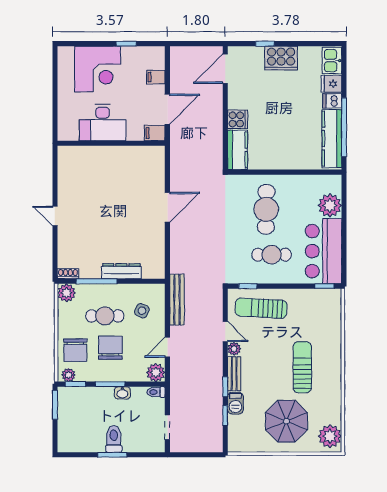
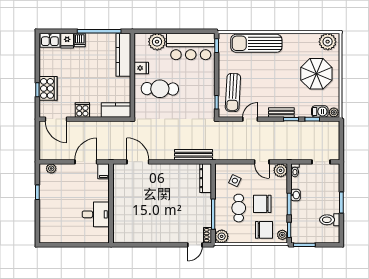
cooker: (281, 58) -> (48, 88), moved
plant: (158, 62) -> (51, 169), added
corner desk: (98, 69) -> (56, 213), removed
filing cabinet: (156, 77) -> (62, 170), removed
door: (167, 109) -> (86, 162), hinge flipped
cooker: (238, 119) -> (82, 110), moved
desk: (103, 123) -> (96, 214), width x0.73
kitchen counter: (332, 139) -> (123, 55), moved, turned 90
fridge: (294, 184) -> (141, 68), added
door: (167, 207) -> (138, 162), moved
door: (55, 216) -> (195, 245), moved
cafe table: (272, 255) -> (193, 85), removed
dresser: (121, 271) -> (206, 178), moved
bench: (177, 300) -> (193, 155), moved
plant: (234, 349) -> (334, 112), moved
sun lounger: (302, 367) -> (256, 43), moved, width x1.36, depth x1.34
barbecue: (235, 403) -> (320, 111), moved
toilet: (114, 439) -> (330, 220), moved

